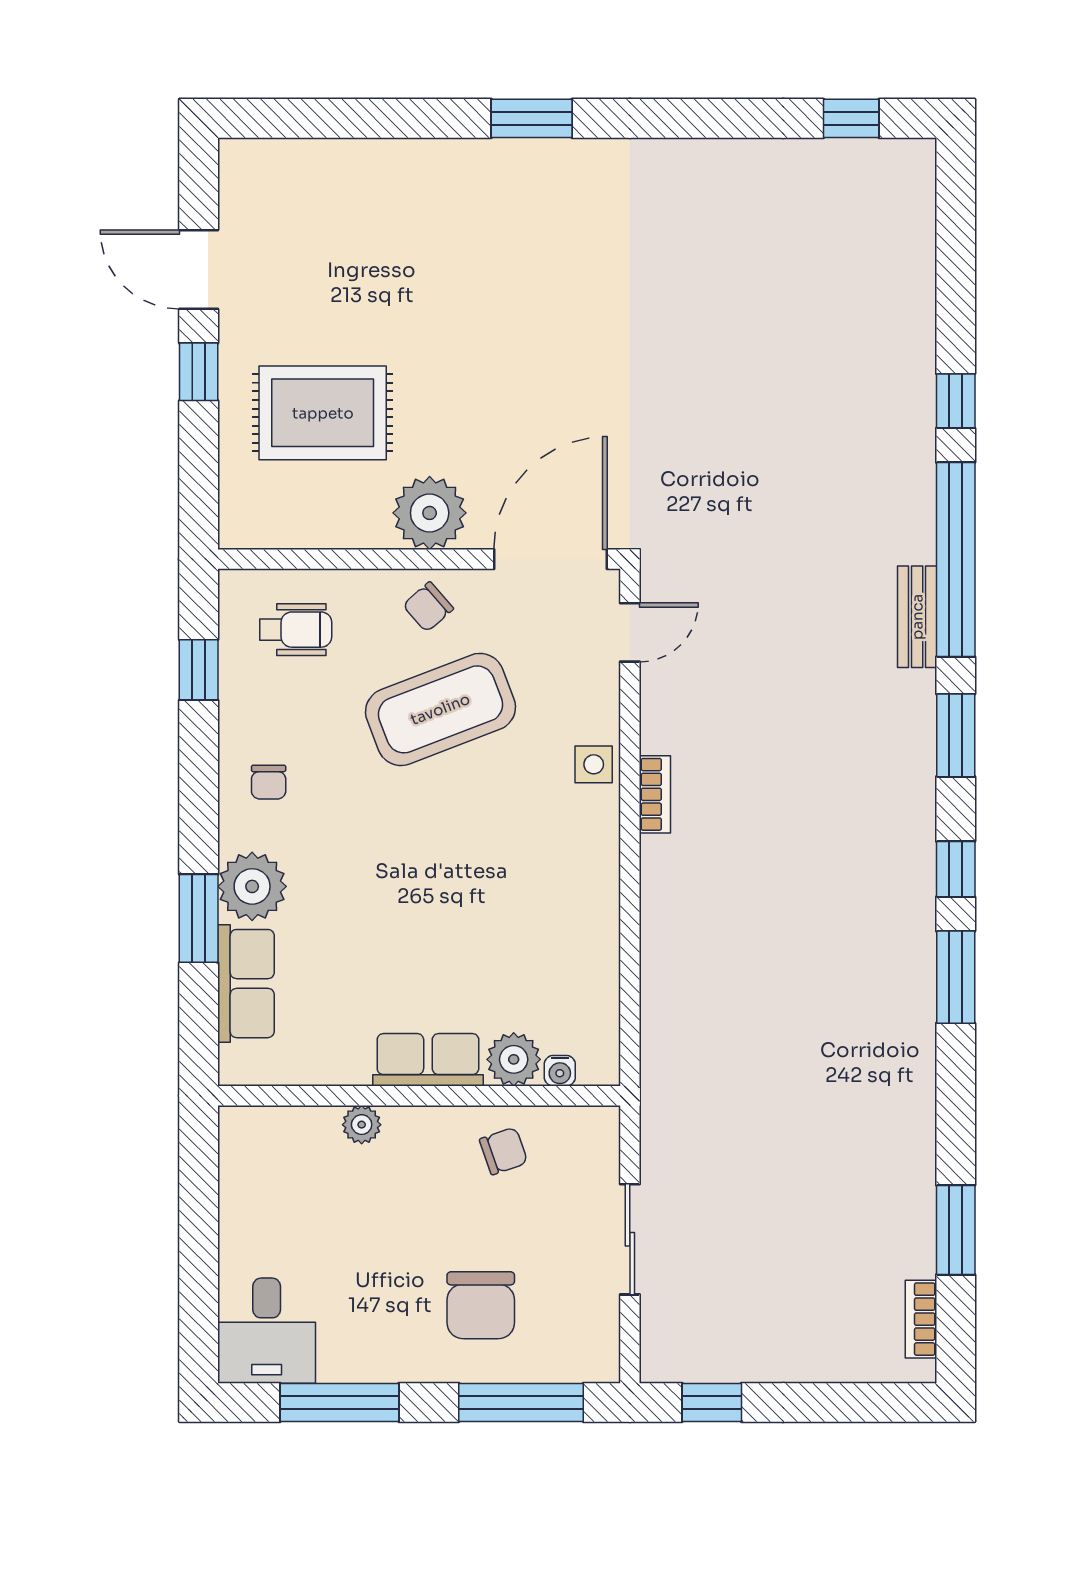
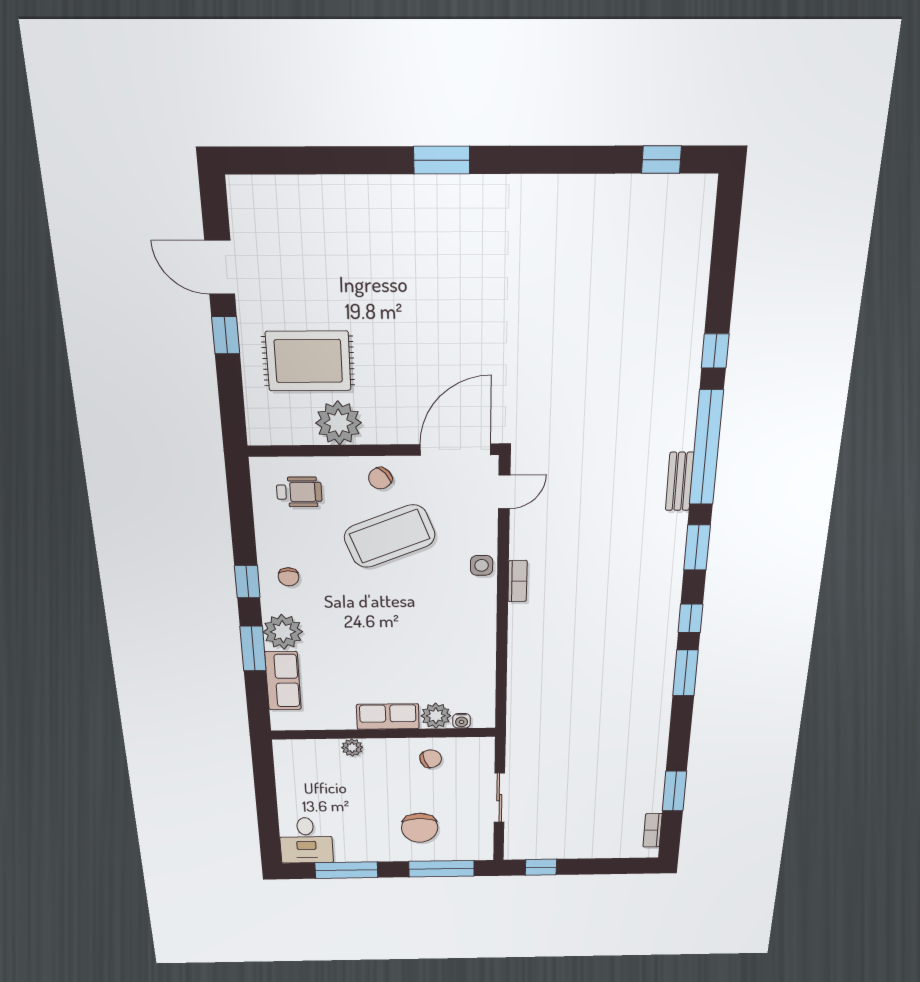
plant: (430, 513) -> (339, 423), moved
window: (199, 670) -> (247, 582), moved

